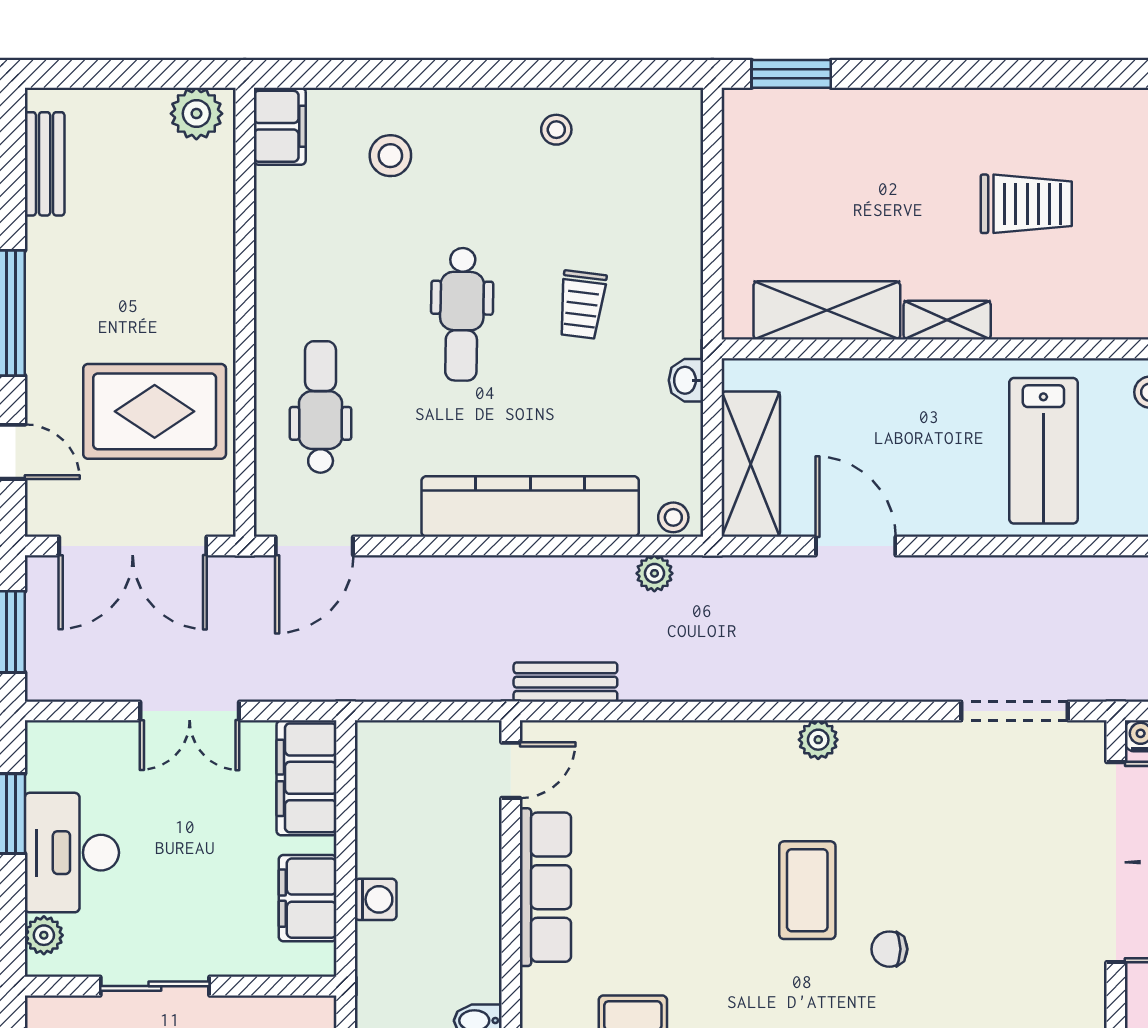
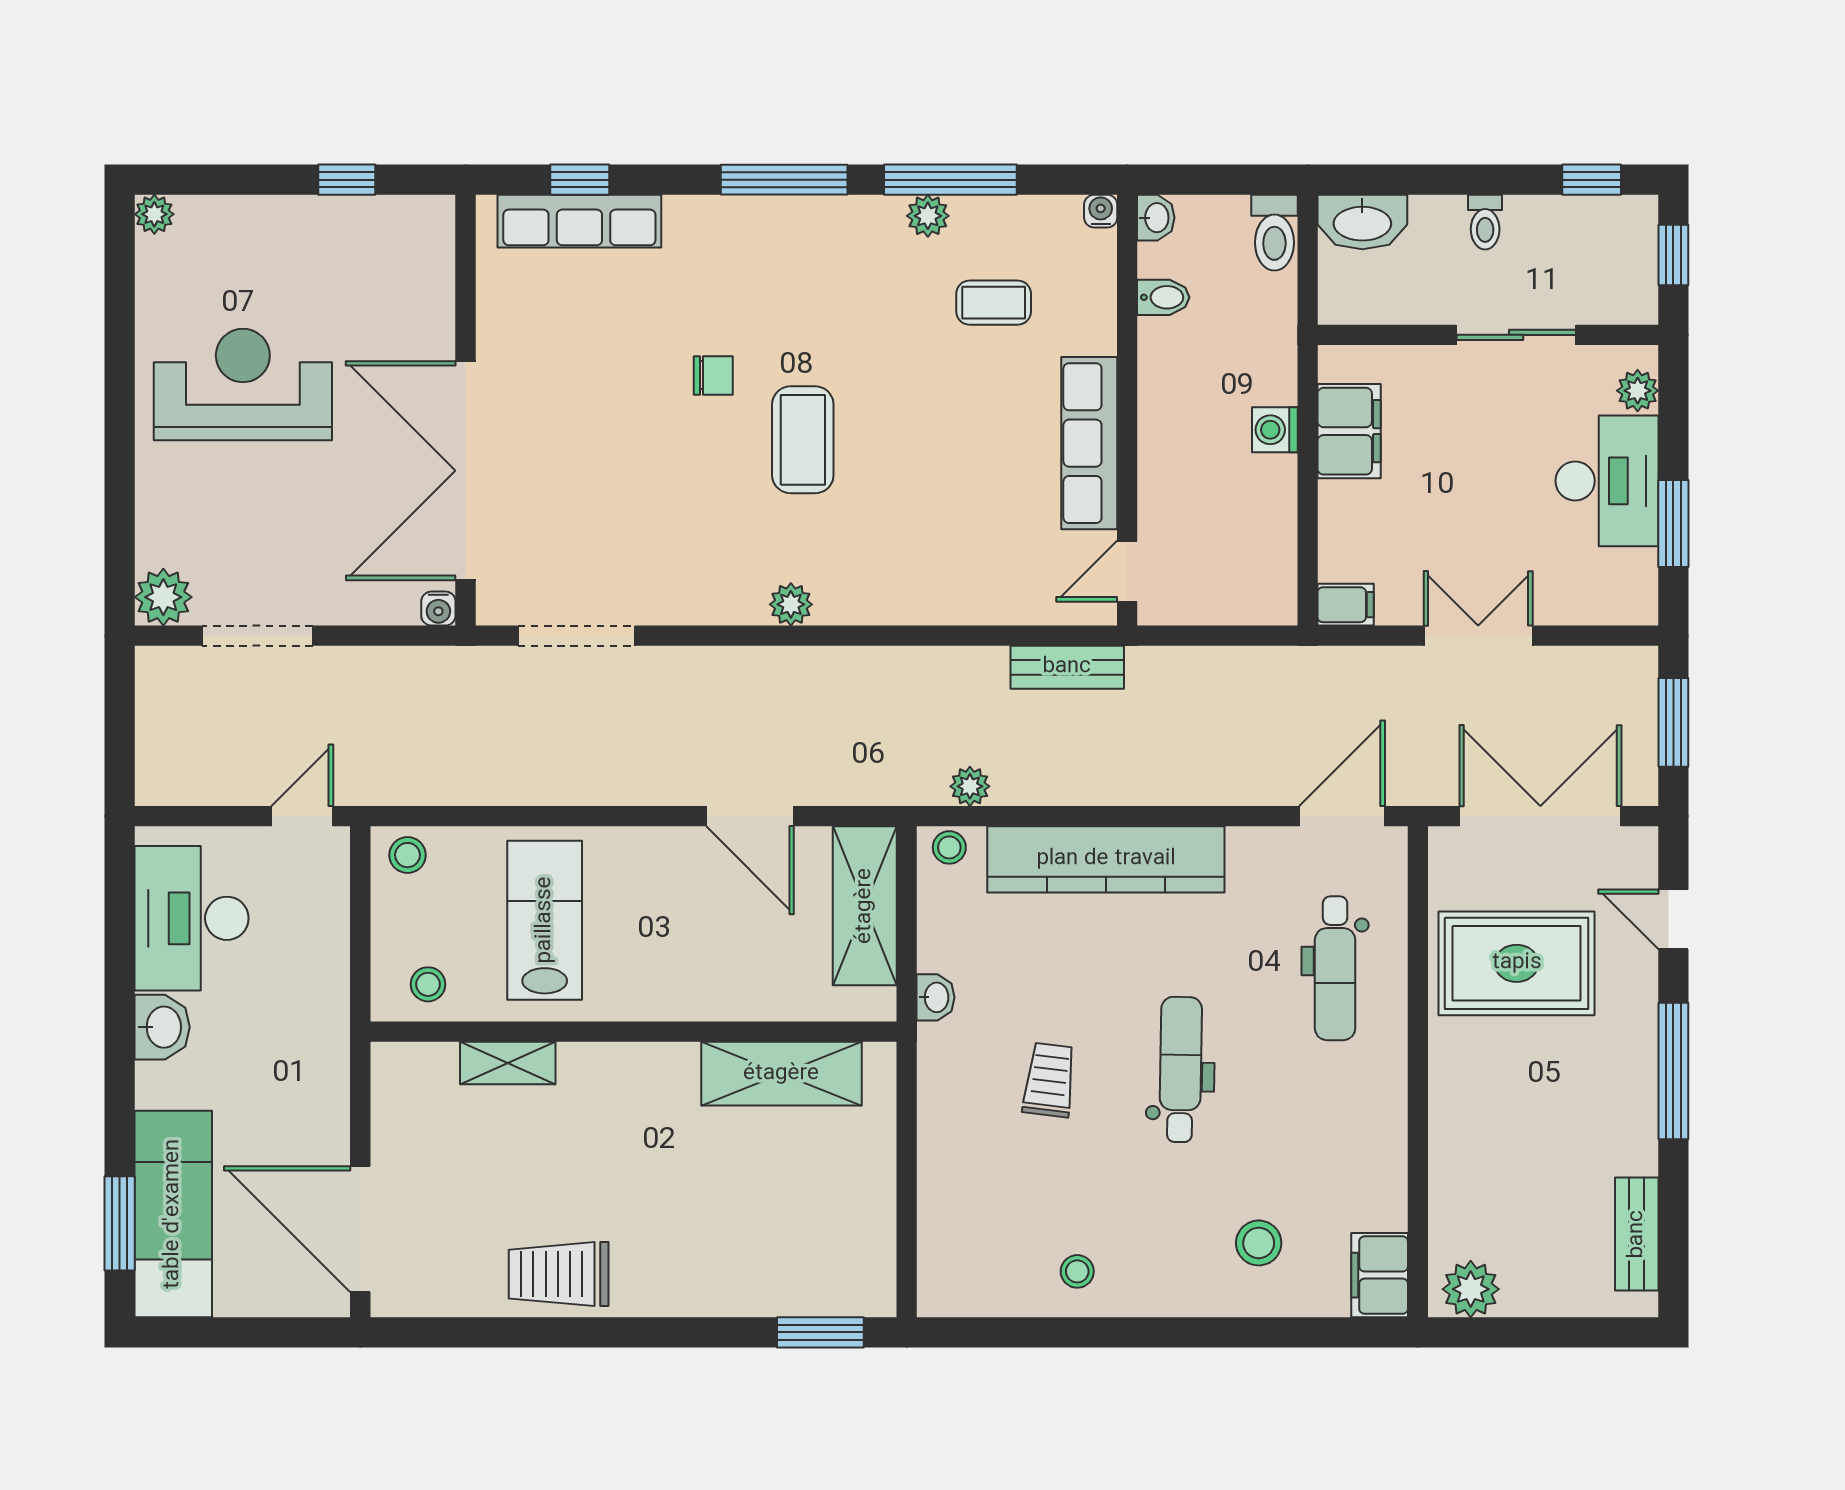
trolley: (1026, 204) -> (559, 1274), moved
shelving: (947, 320) -> (508, 1063), moved
filing cabinet: (307, 778) -> (1346, 605), width x0.33, depth x0.86

